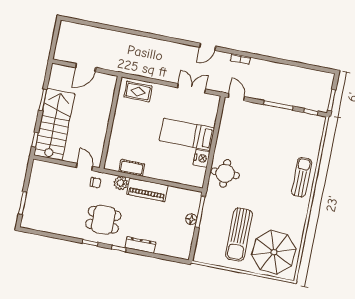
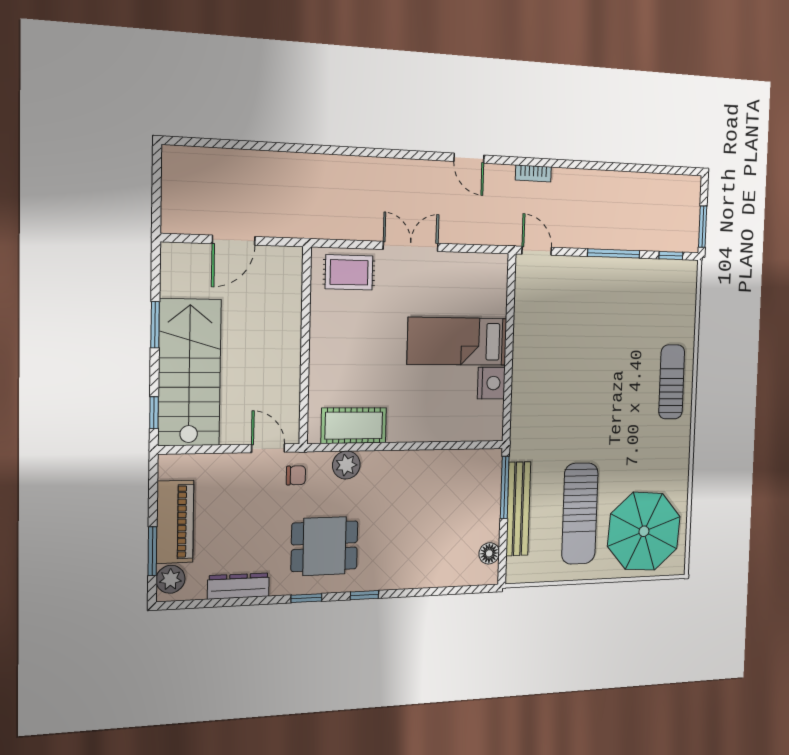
door: (208, 47) -> (469, 158), hinge flipped
double door: (192, 88) -> (411, 246), moved
cot: (132, 168) -> (354, 426), width x1.37, depth x1.34
round table: (225, 173) -> (539, 403), removed
piano: (147, 190) -> (175, 522), moved, turned -90
plant: (28, 218) -> (170, 579), added
floor lamp: (191, 219) -> (489, 553), moved
bench: (206, 224) -> (518, 509), added
dresser: (140, 245) -> (238, 586), moved

